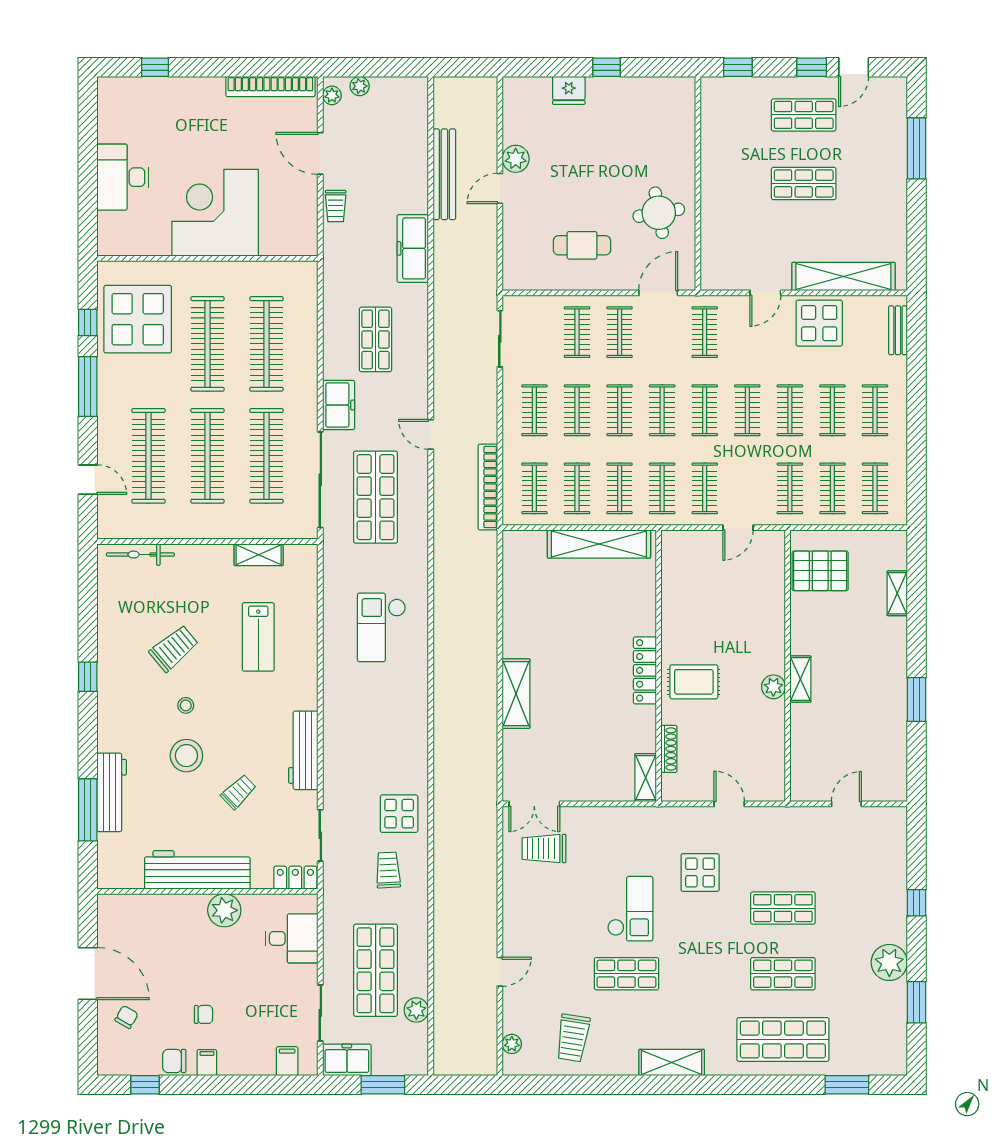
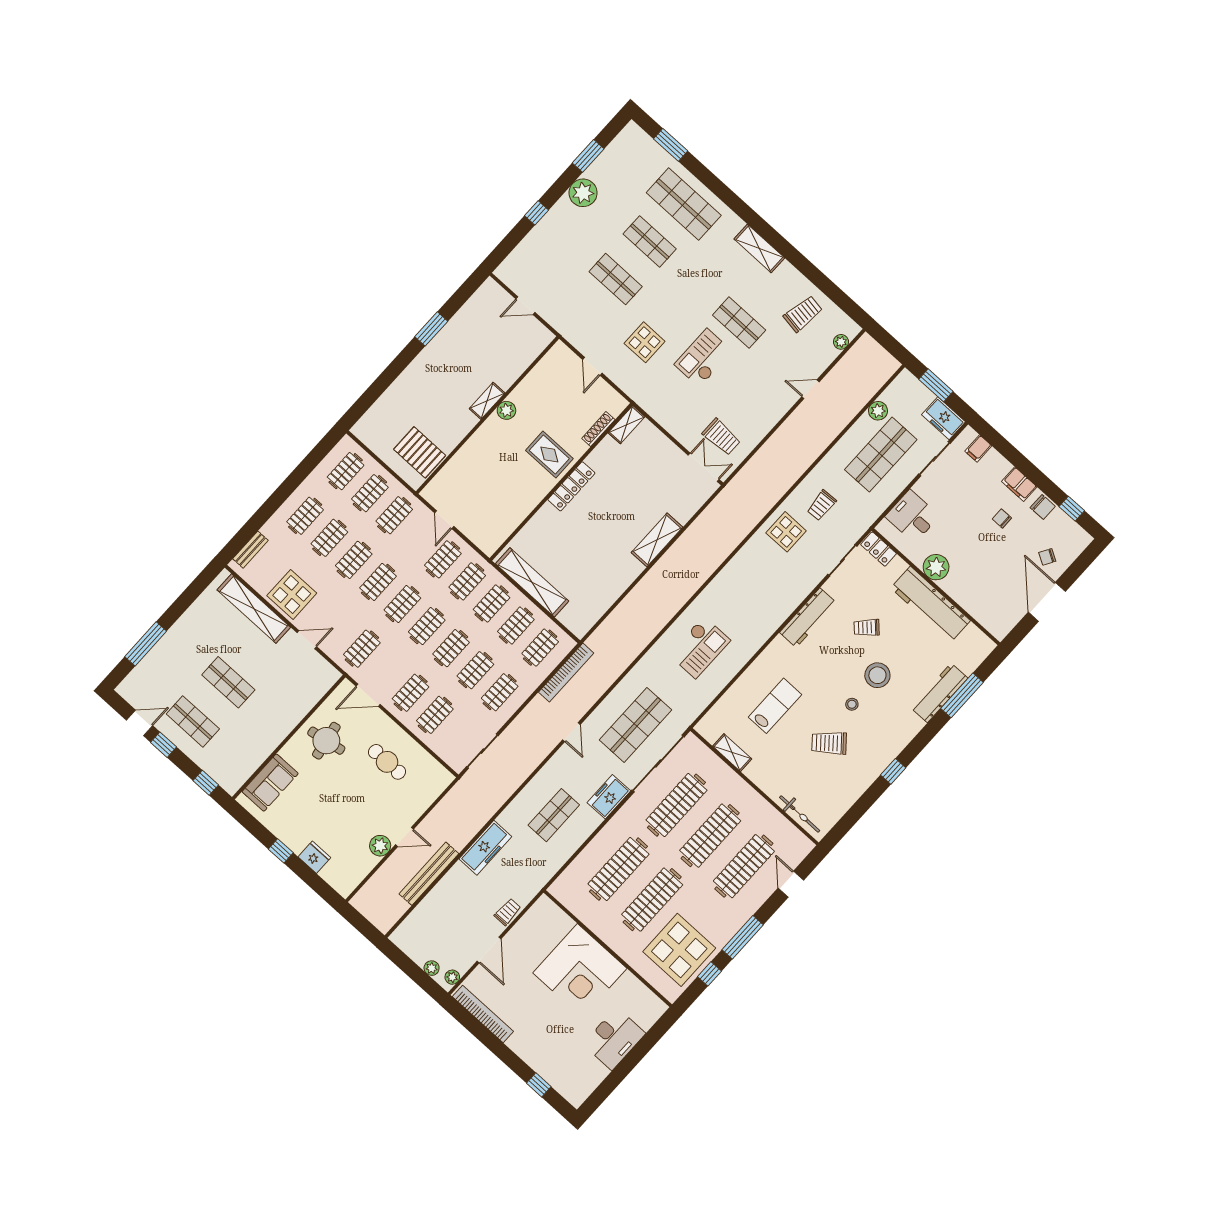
sofa: (676, 124) -> (270, 783), added
door: (738, 528) -> (444, 520), swing flipped
shelving: (897, 593) -> (387, 400), removed
filing cabinet: (207, 1063) -> (1019, 484), width x2.00

